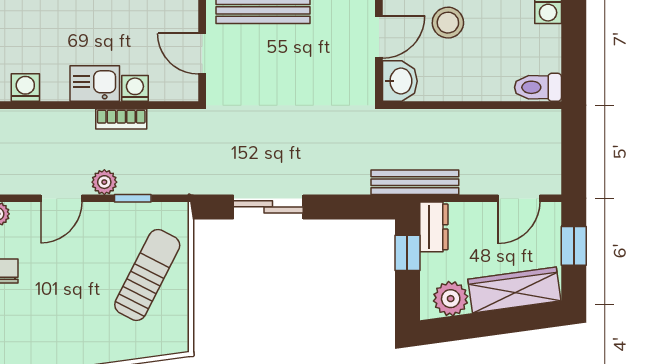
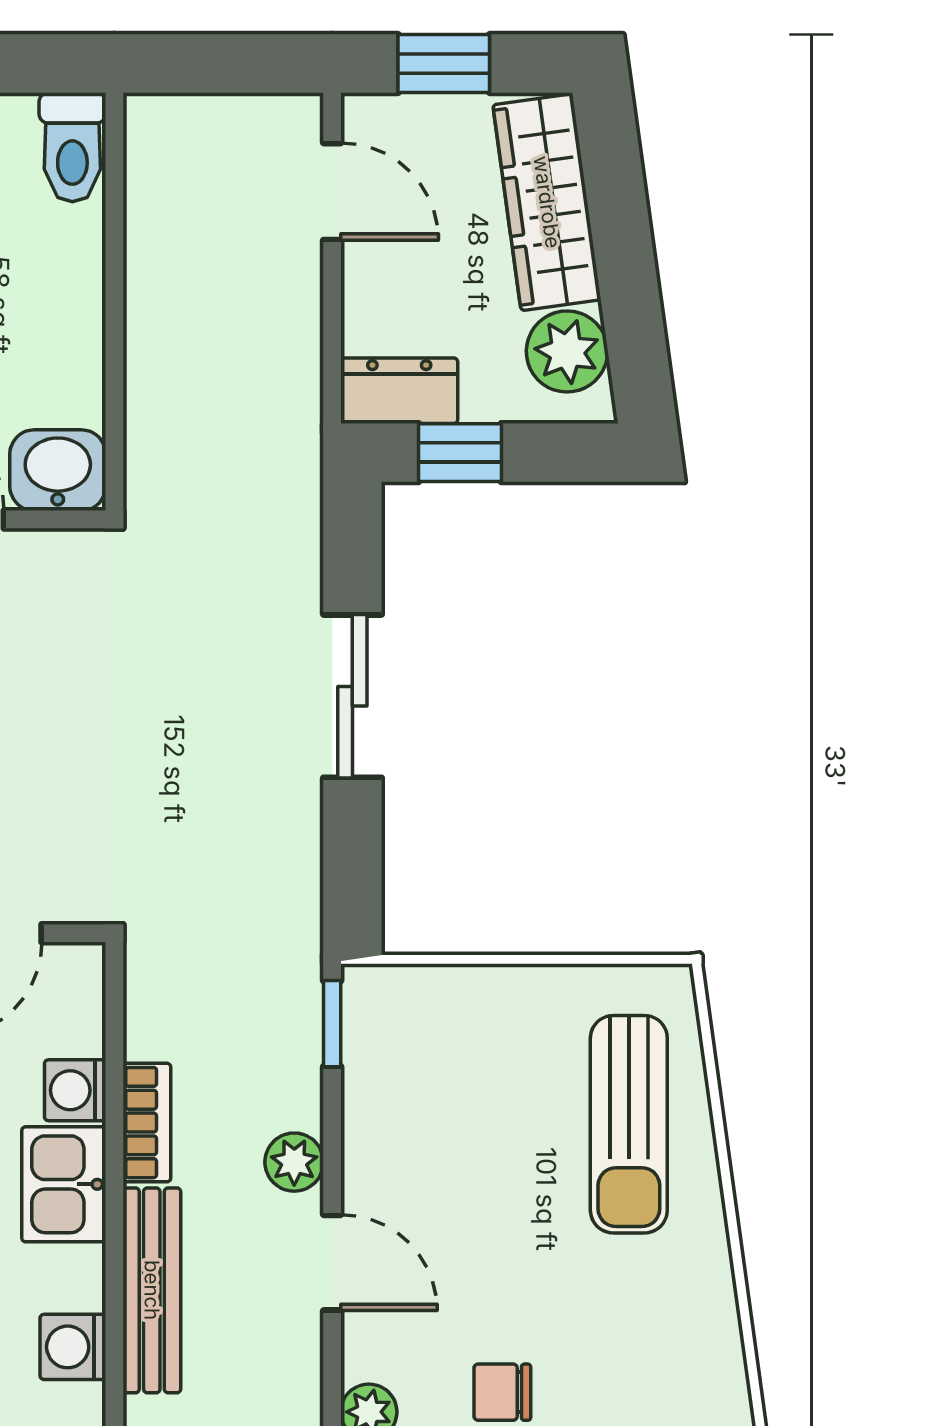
bench: (415, 182) -> (152, 1290), moved
window: (133, 198) -> (332, 1024), moved
sliding door: (268, 207) -> (352, 696), moved
sun lounger: (147, 275) -> (629, 1124), moved, turned -117

